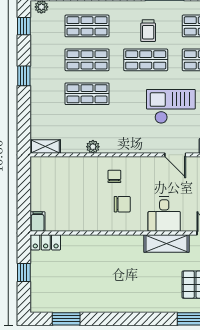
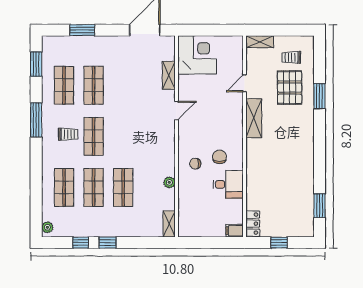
window: (24, 26) -> (81, 243), moved
checkout: (171, 106) -> (134, 114), removed
desk: (164, 214) -> (228, 184), moved

